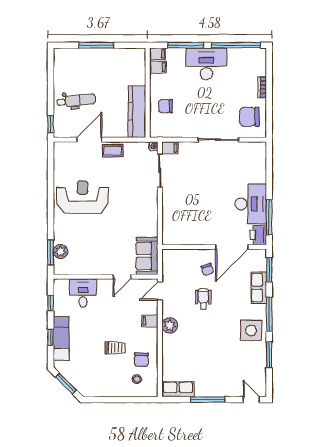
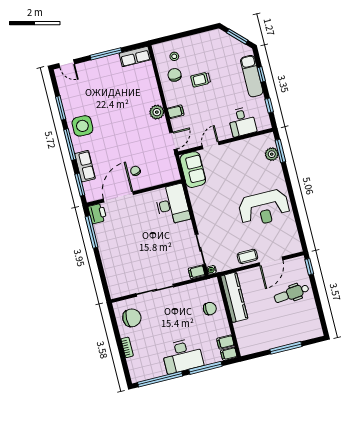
desk: (251, 204) -> (172, 204), moved, turned 180
wheelchair: (203, 299) -> (133, 144), removed

